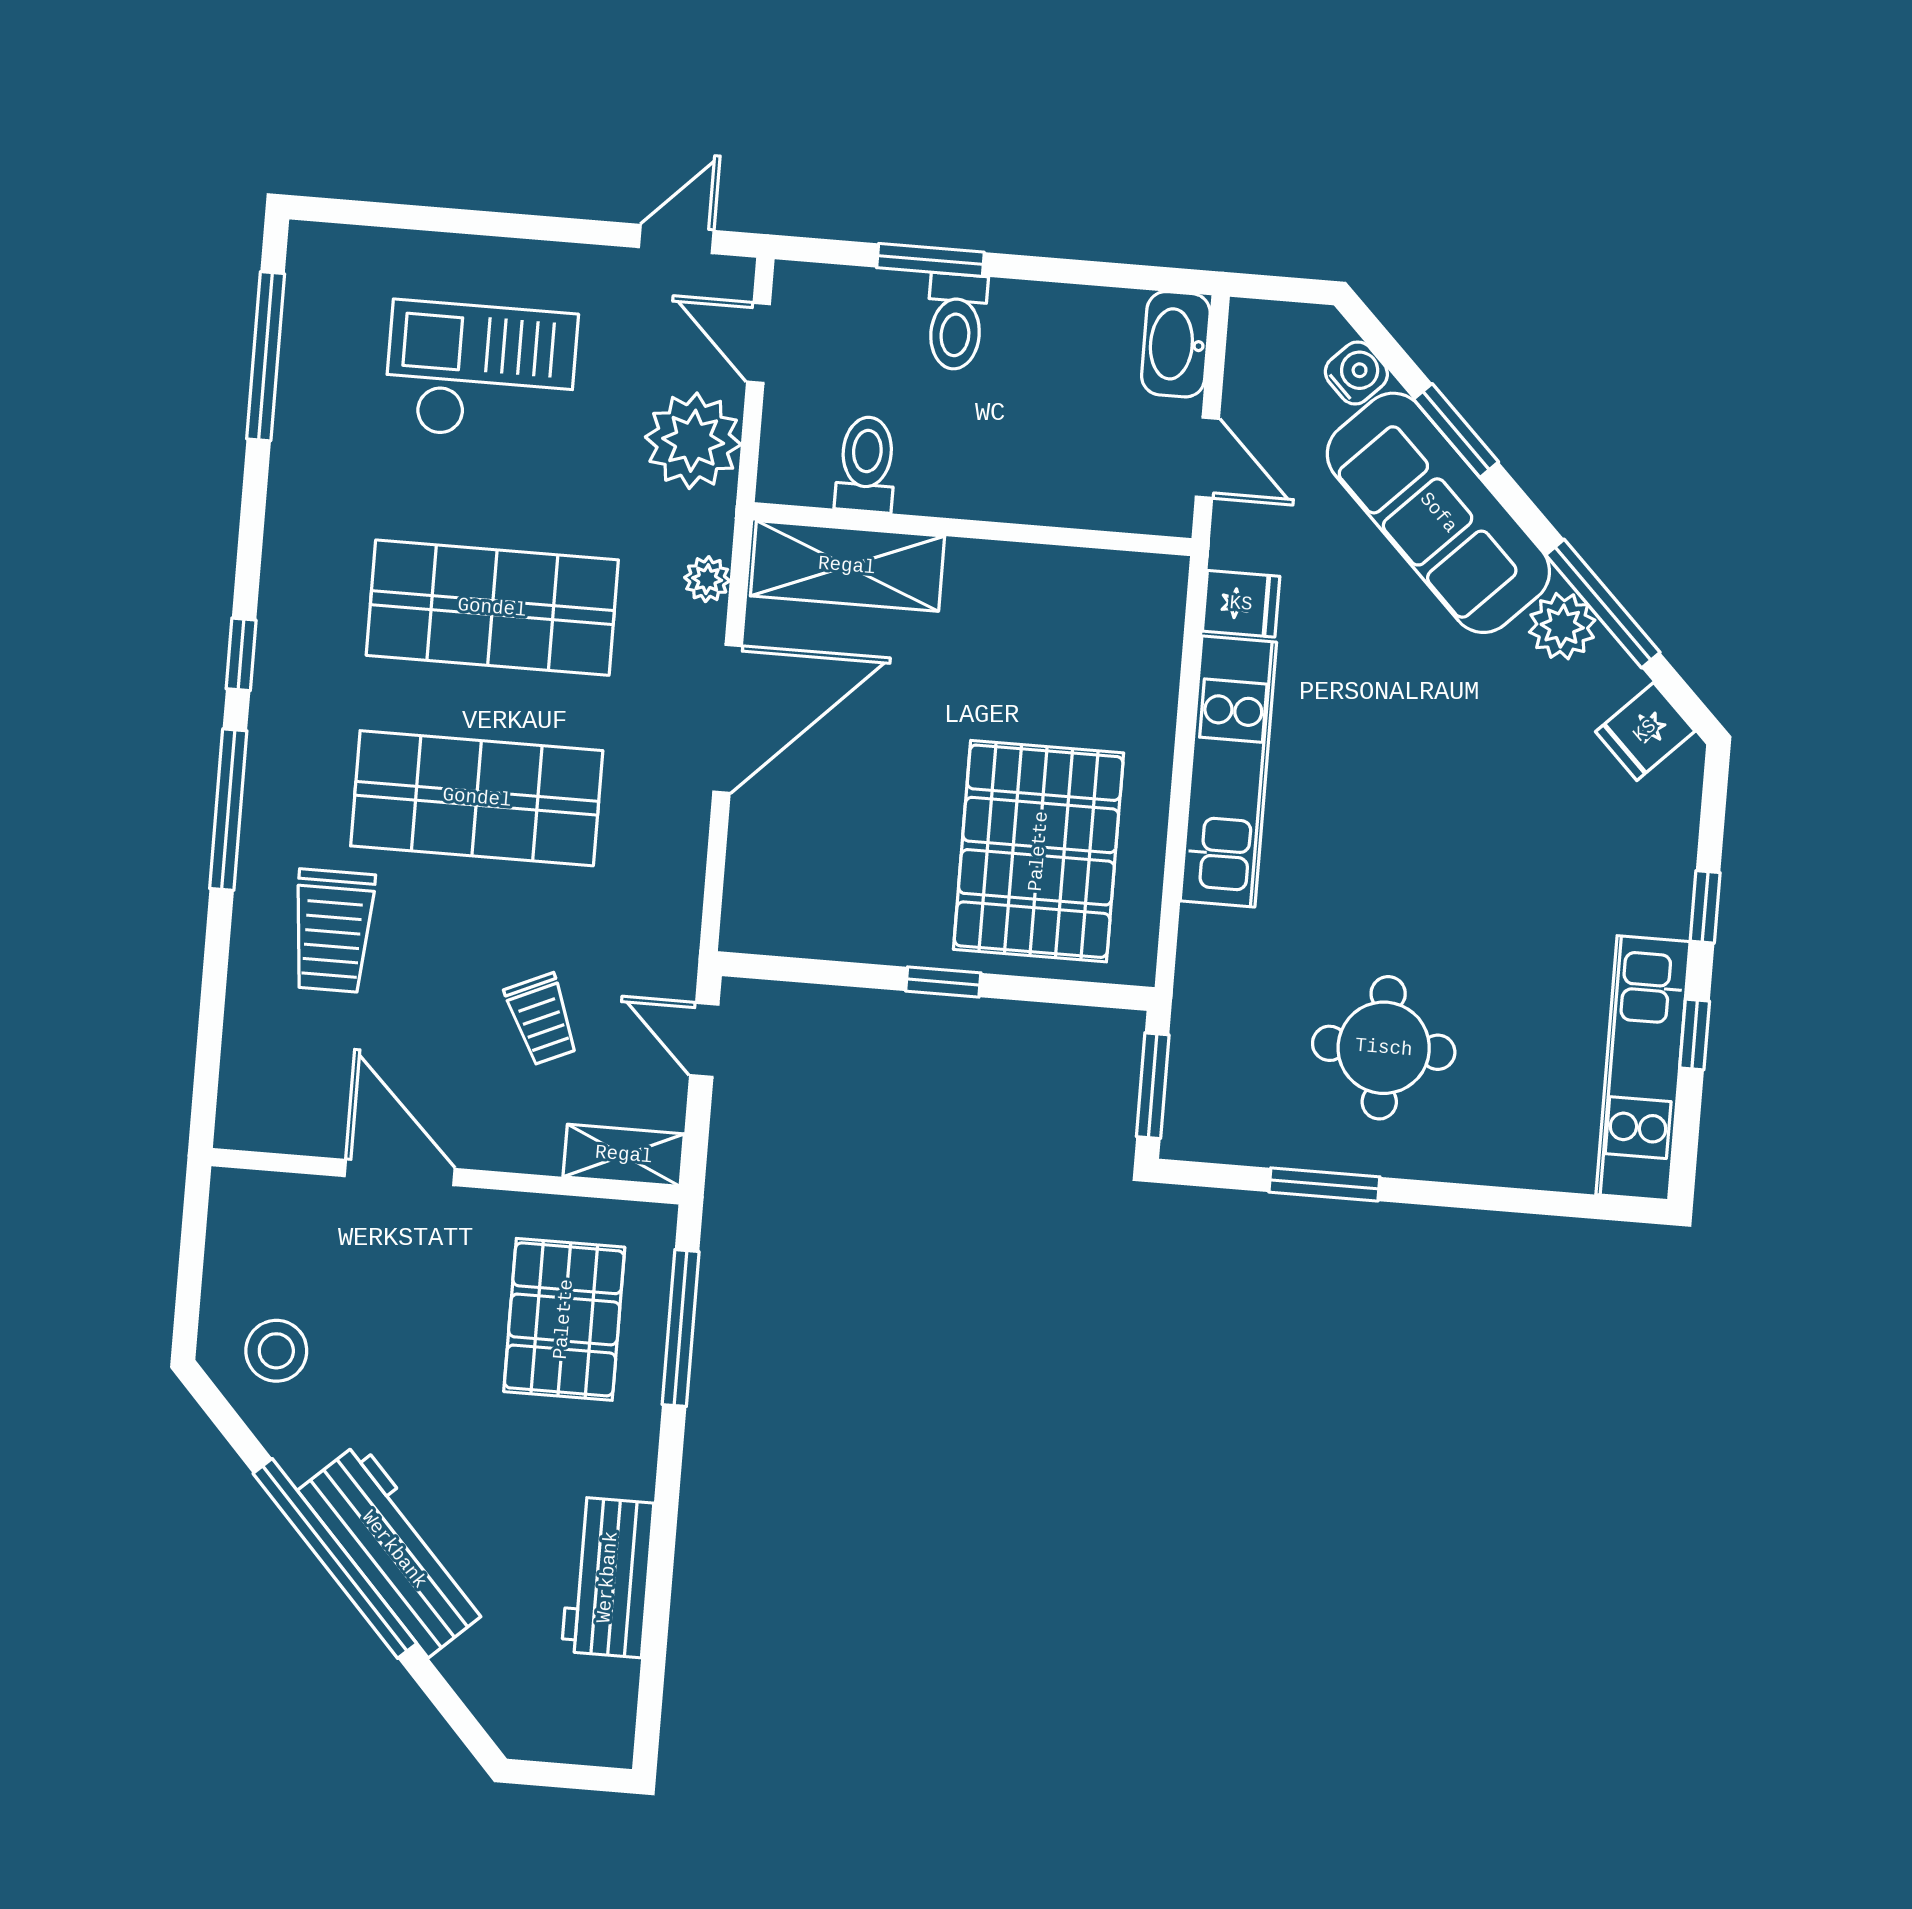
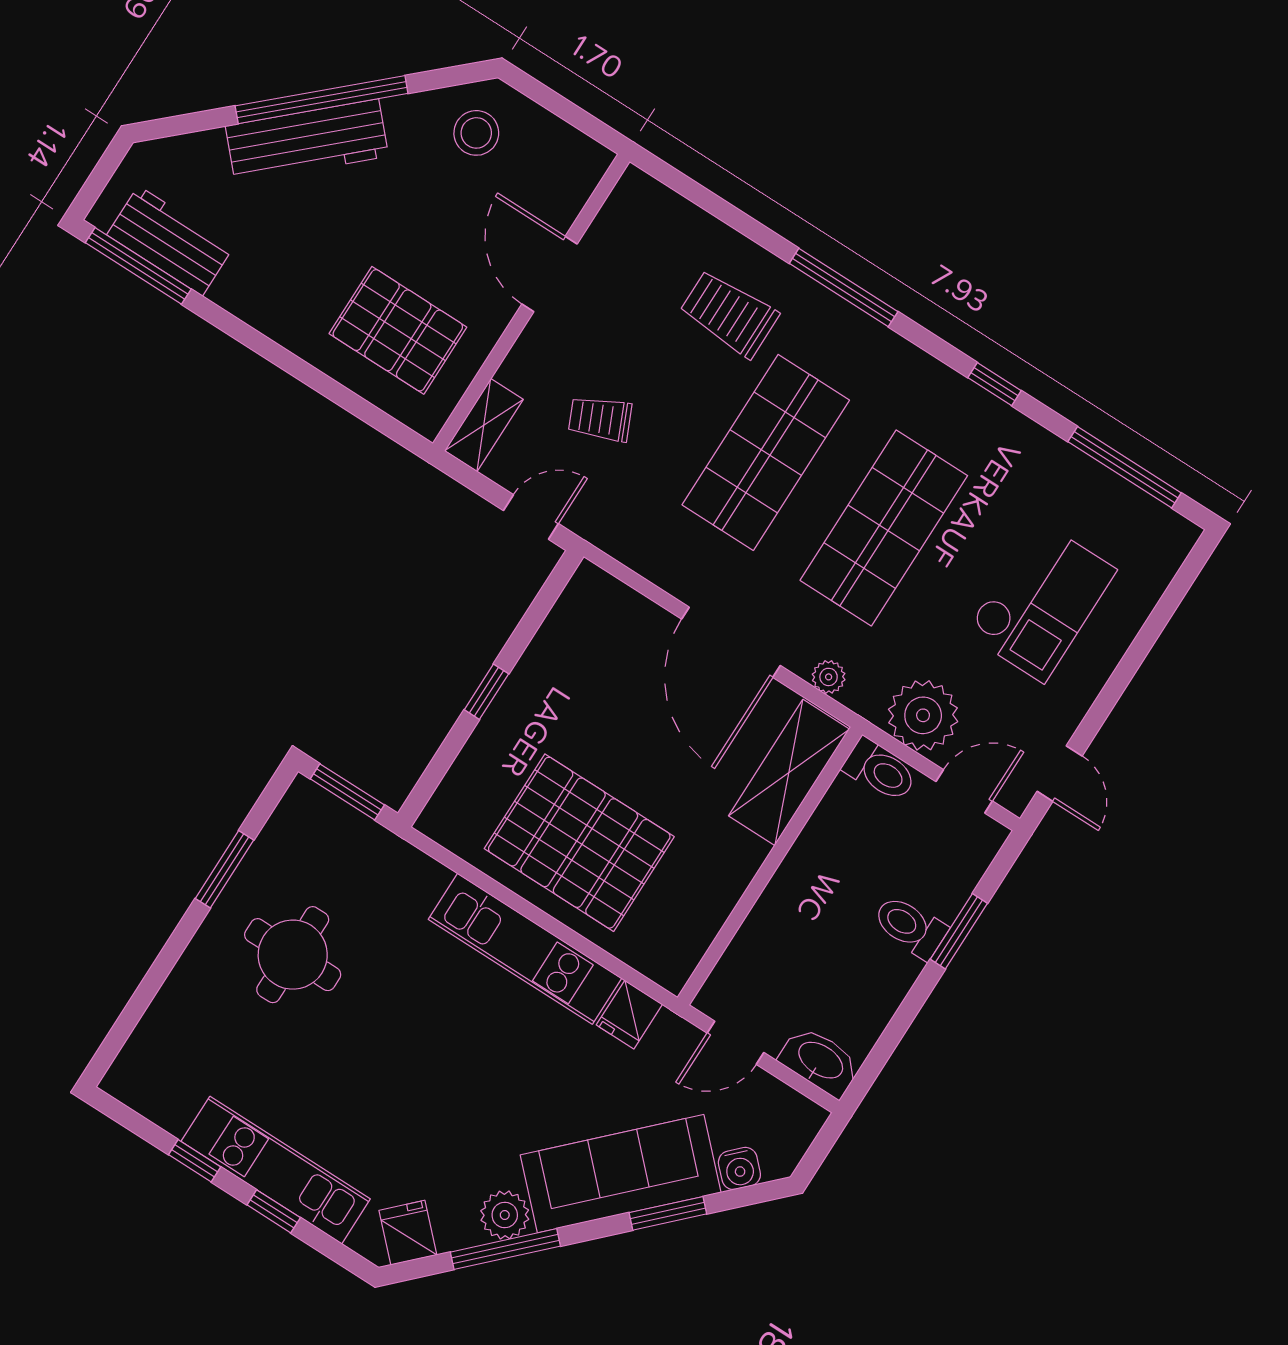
toilet: (866, 464) -> (880, 770), moved
window: (241, 654) -> (994, 384), moved
pallet: (1039, 851) -> (579, 843), moved
kitchen unit: (1643, 1068) -> (276, 1170), moved
door: (400, 1173) -> (550, 274), swing flipped
window: (681, 1328) -> (138, 266), moved
workbench: (608, 1577) -> (170, 241), moved

